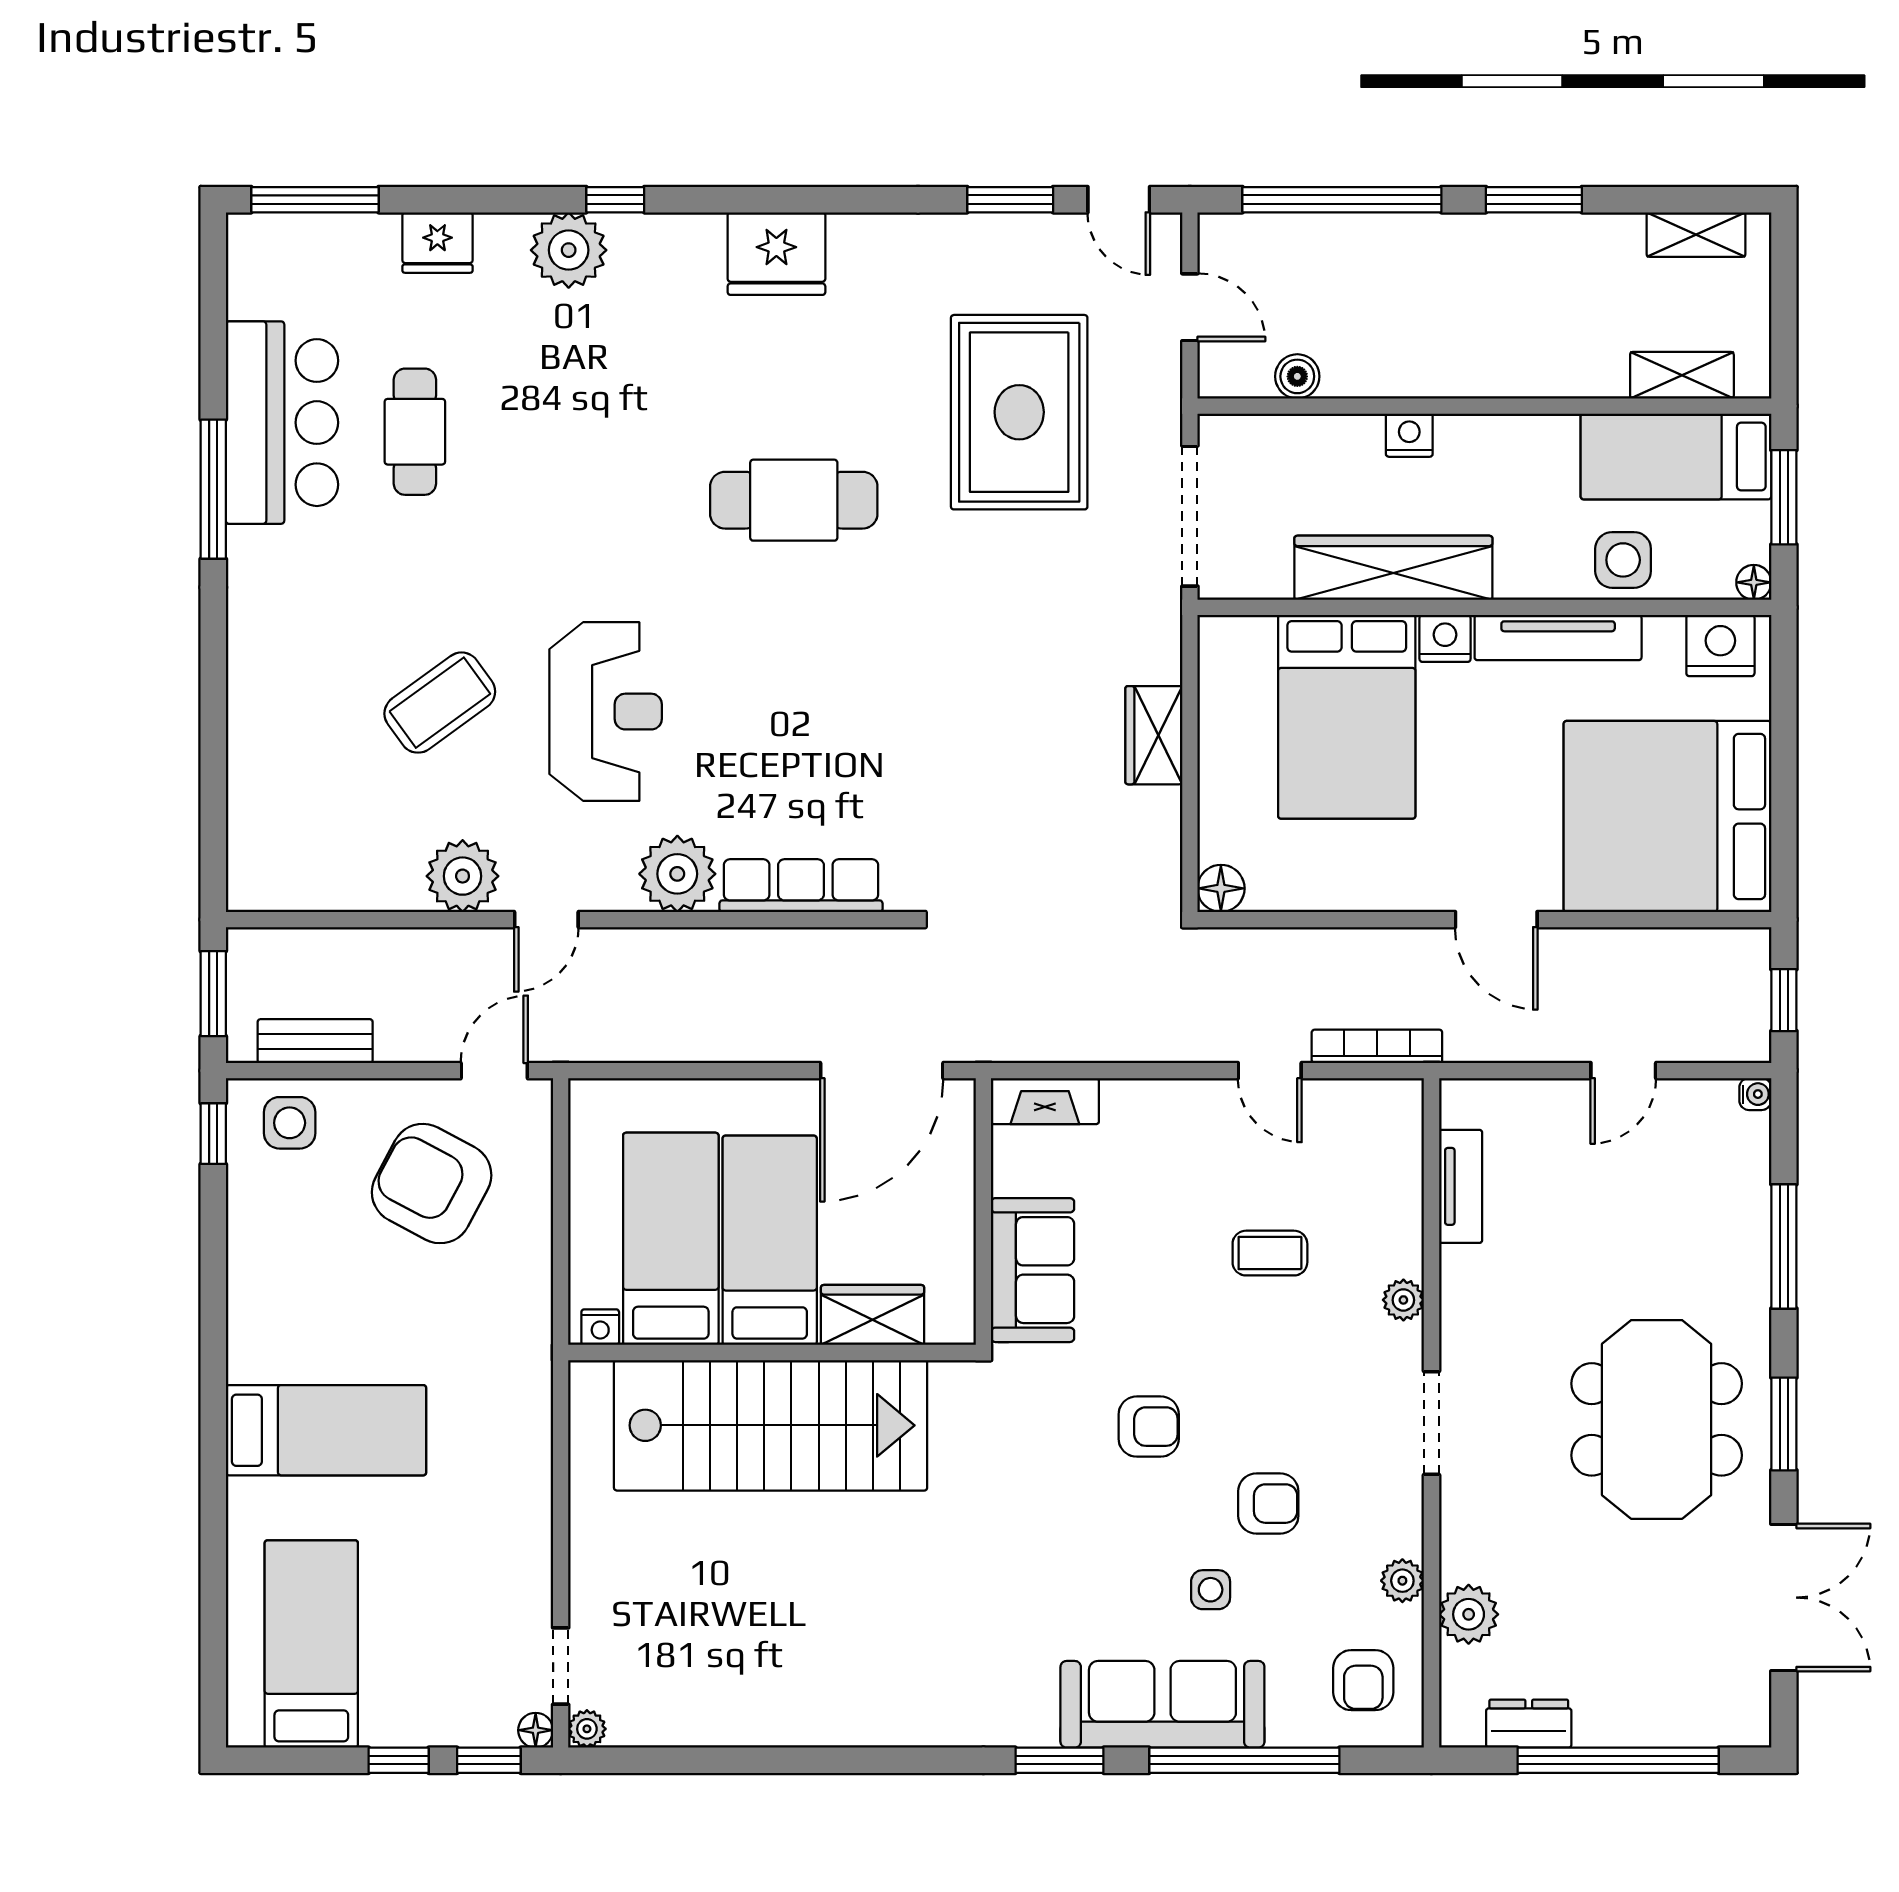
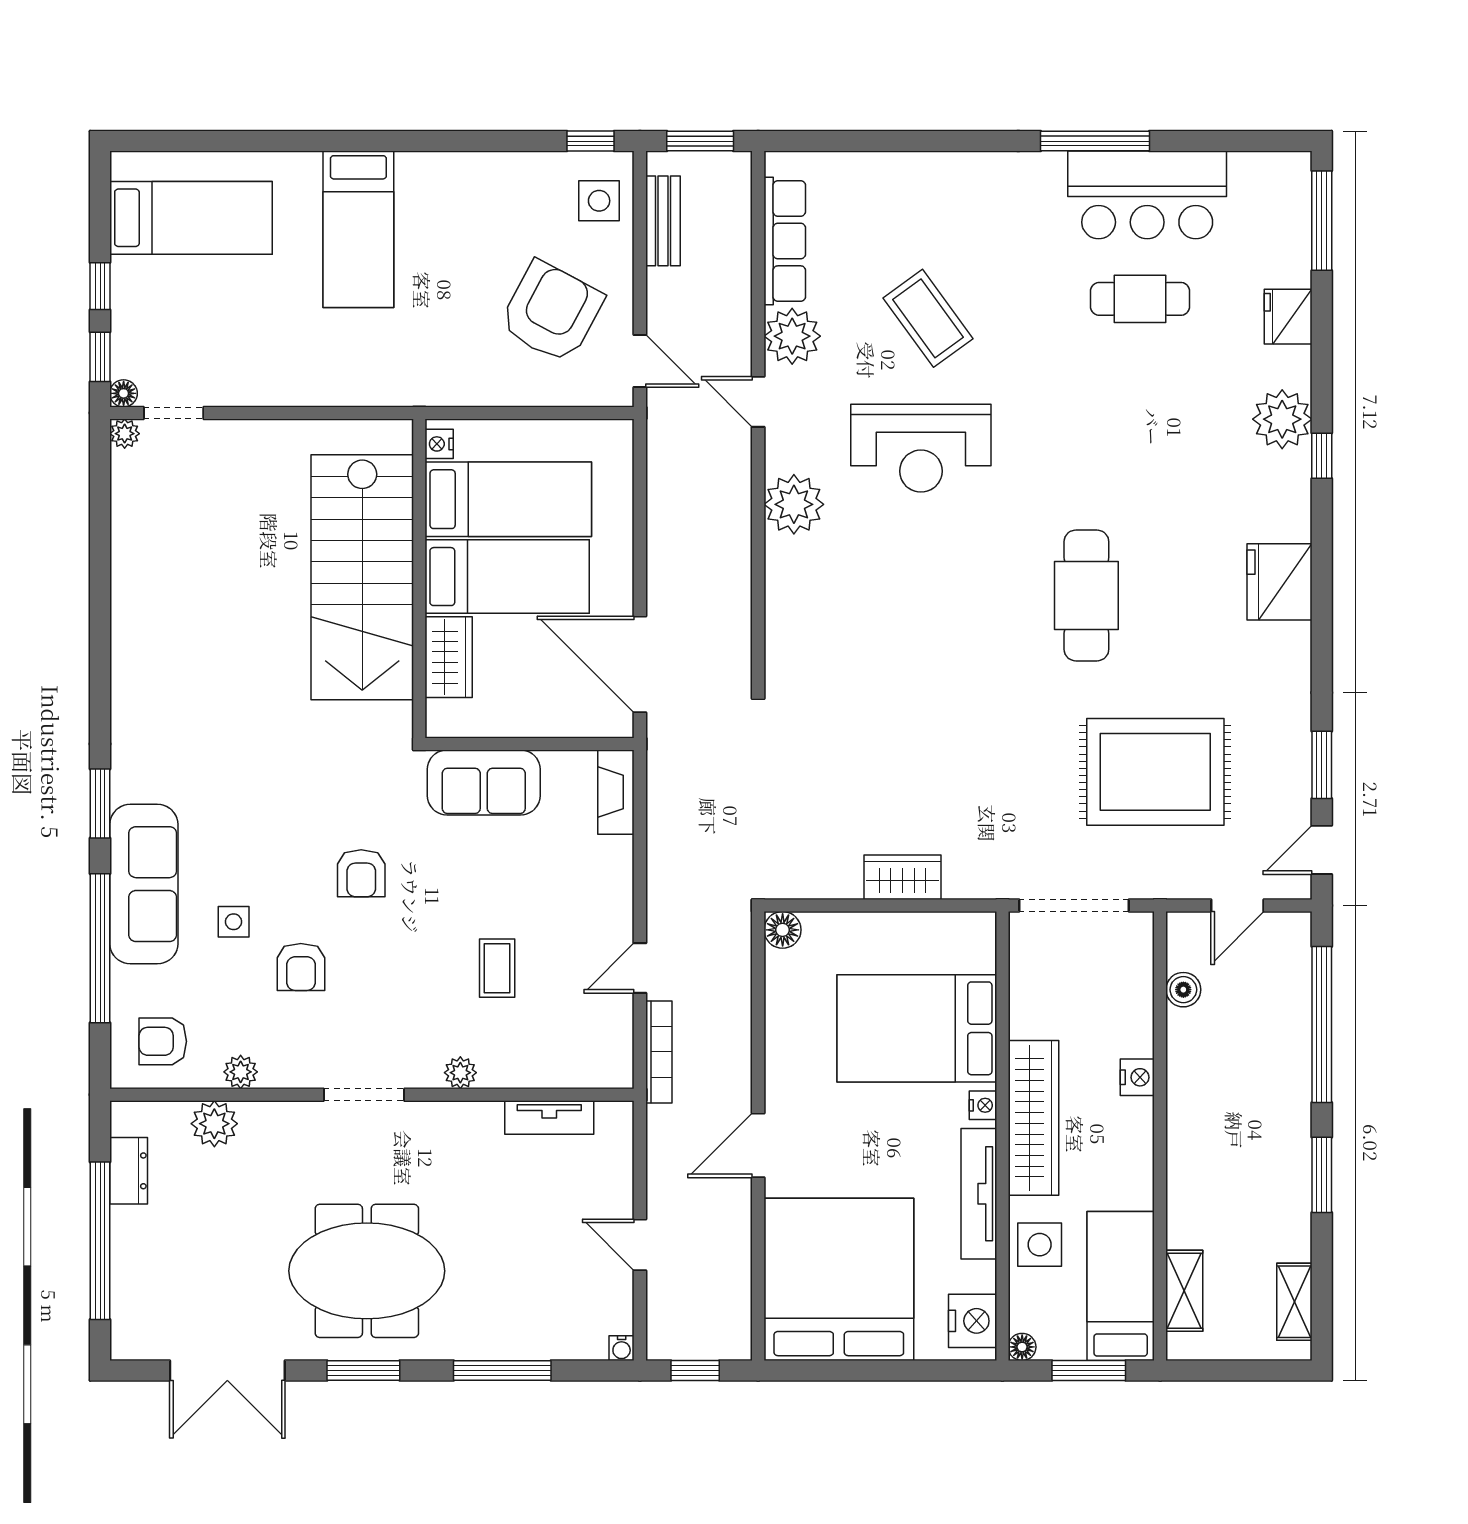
wardrobe: (1393, 568) -> (1033, 1118), moved
nightstand: (1445, 638) -> (983, 1105), width x0.72, depth x0.74
row of seats: (801, 886) -> (785, 241), moved

